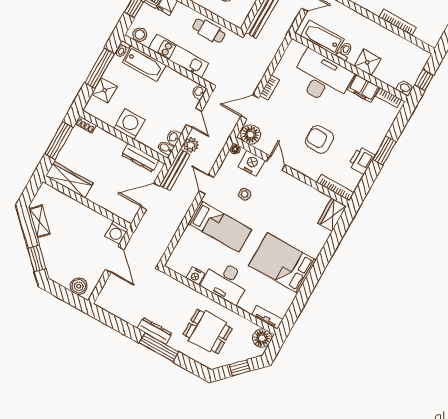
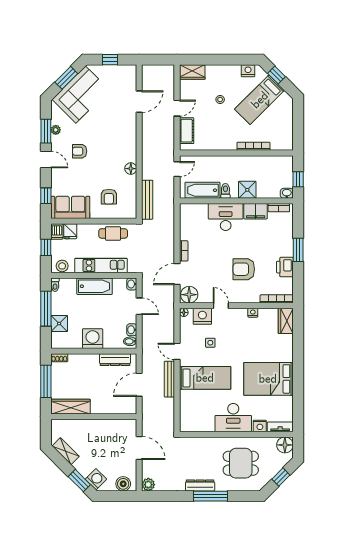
bathtub: (144, 64) -> (95, 286), moved
desk: (322, 78) -> (226, 217), width x0.73, depth x0.77
plant: (191, 145) -> (148, 485), moved
bench: (175, 170) -> (169, 379), moved
nightstand: (304, 188) -> (253, 313), added
washing machine: (116, 233) -> (96, 479), moved, turned -135
nightstand: (195, 276) -> (260, 426), moved

